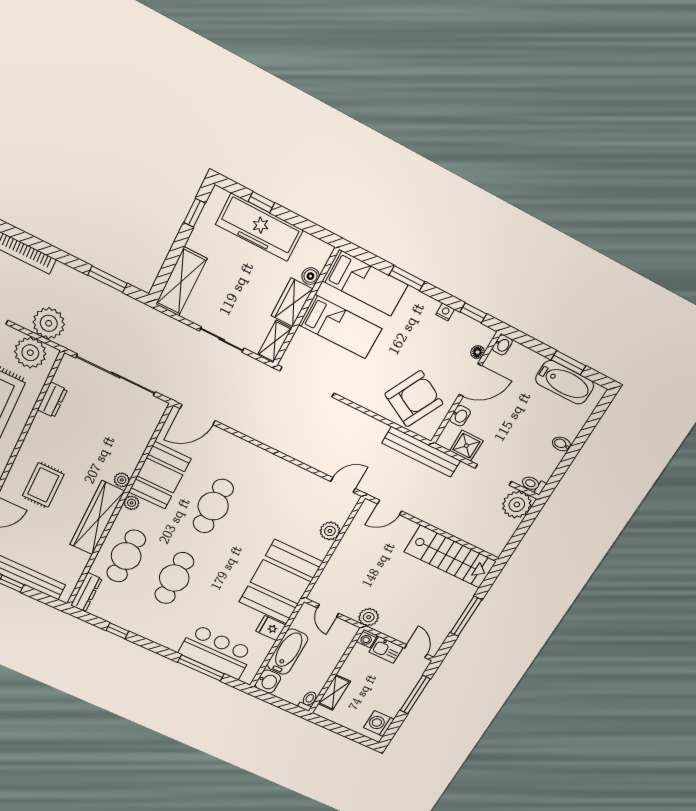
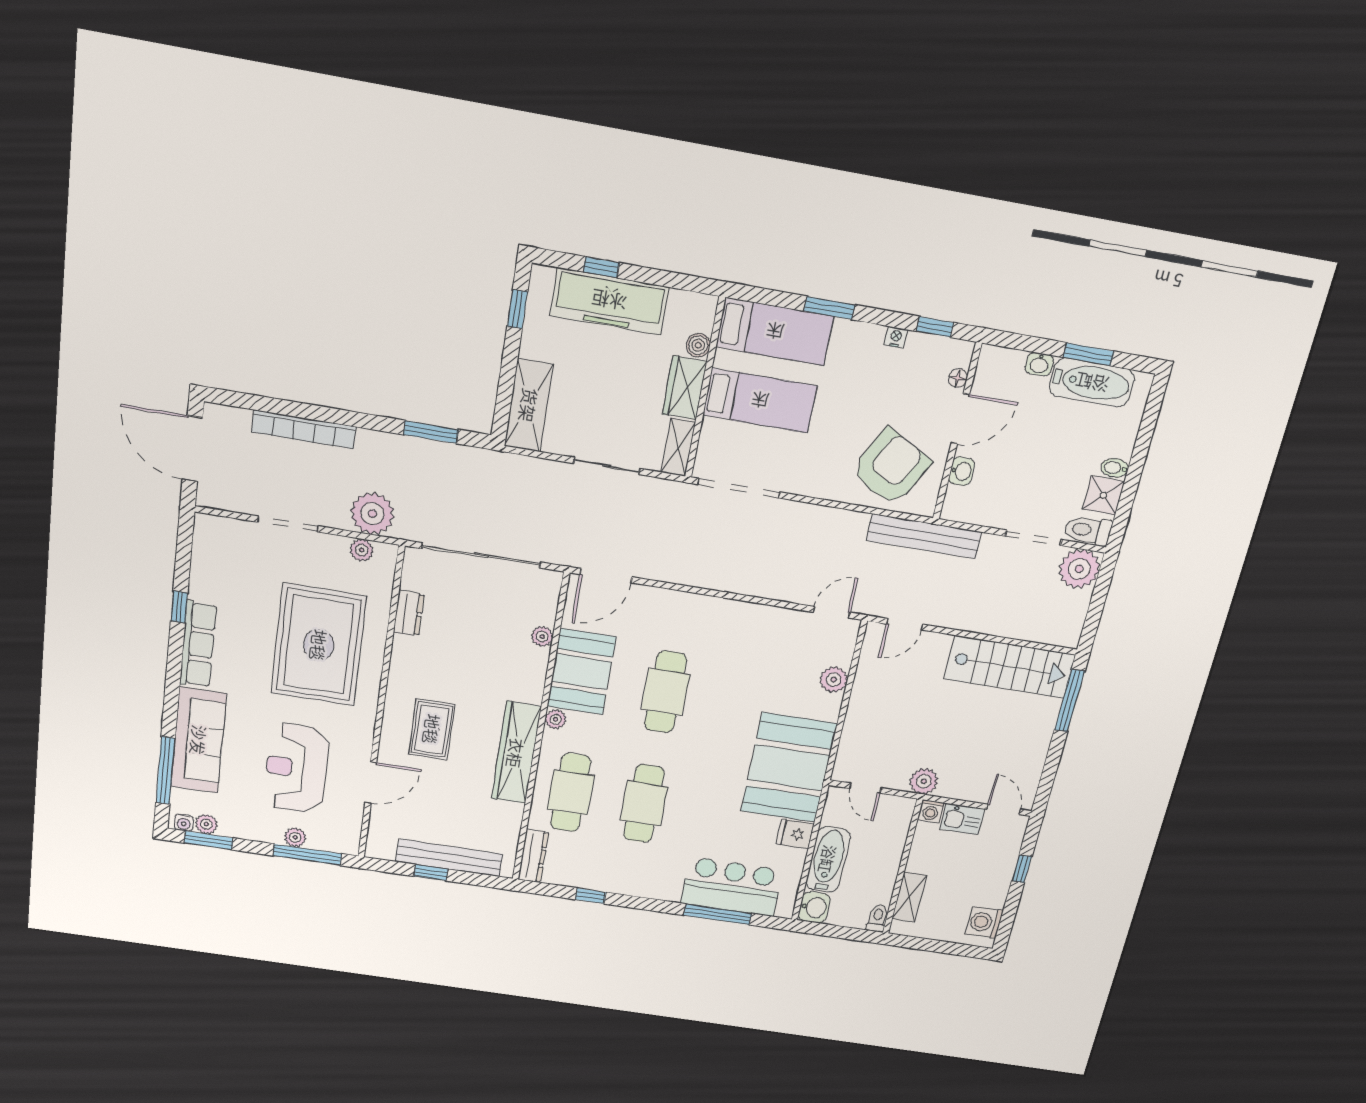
washbasin: (502, 345) -> (1039, 364), moved, turned 90
plant: (30, 353) -> (362, 550), width x0.53, depth x0.53
shower: (466, 446) -> (1103, 495), moved
plant: (122, 480) -> (542, 637), moved
toilet: (533, 485) -> (1088, 530), width x1.37, depth x1.39
window: (466, 616) -> (1070, 701), moved
window: (415, 695) -> (1022, 869), width x0.46

